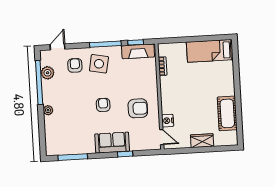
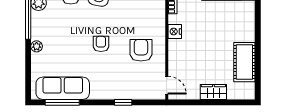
armchair: (138, 108) -> (141, 50), turned -90
nightstand: (168, 121) -> (175, 31), moved
sofa: (112, 143) -> (63, 88), moved, width x1.36

